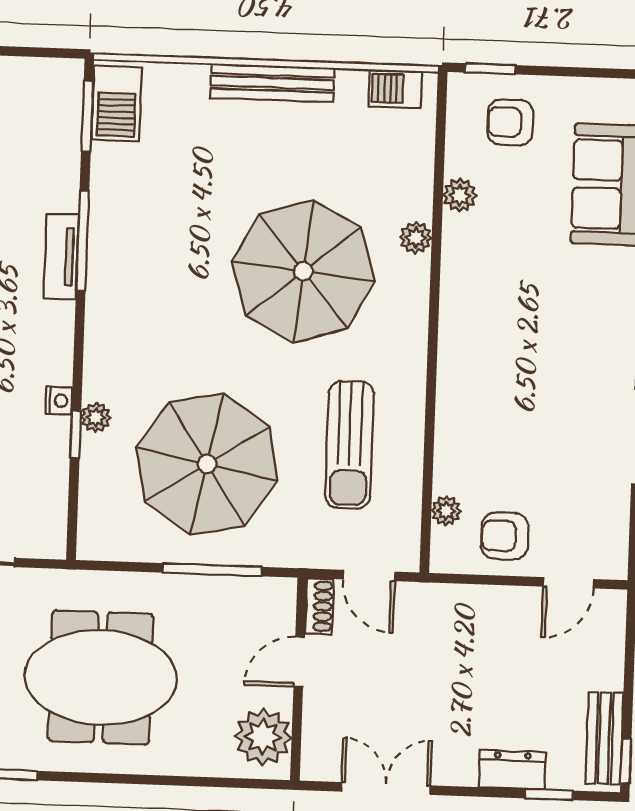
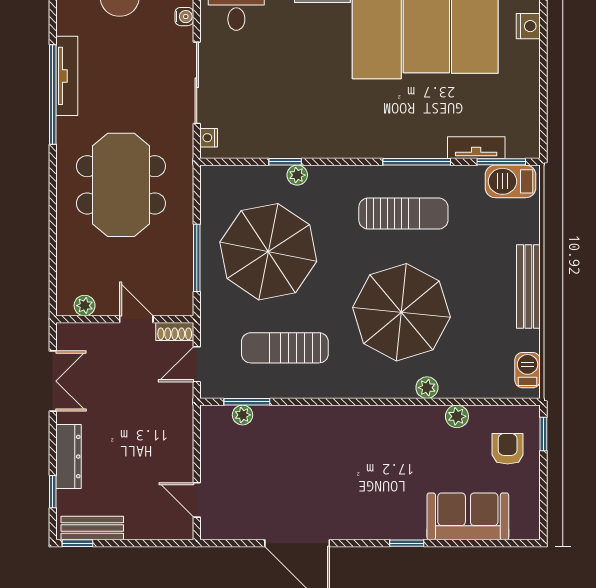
tv unit: (61, 256) -> (476, 148), moved
sun lounger: (158, 263) -> (403, 214), added
nightstand: (59, 401) -> (209, 138), moved, turned 90
window: (427, 504) -> (247, 402), added
armchair: (505, 536) -> (227, 455), removed
plant: (263, 737) -> (85, 306), width x0.53, depth x0.53
dresser: (512, 770) -> (68, 457), width x1.44

